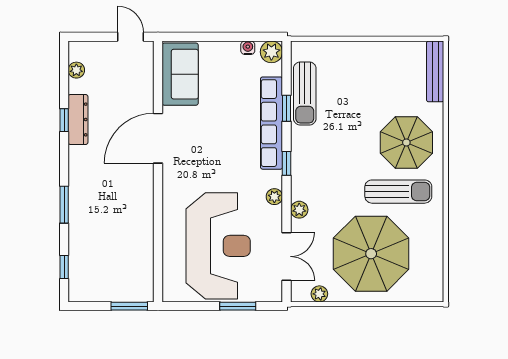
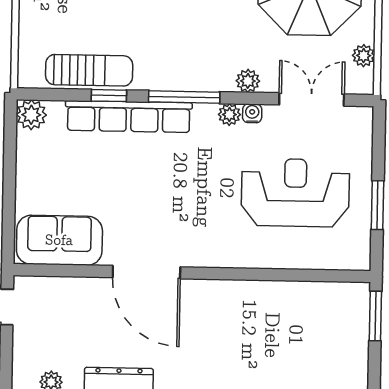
water cooler: (248, 48) -> (252, 113), moved, turned 90
window: (287, 163) -> (184, 97), width x2.17
reception desk: (218, 246) -> (295, 193), width x0.74, depth x0.77
window: (238, 306) -> (377, 205), moved

